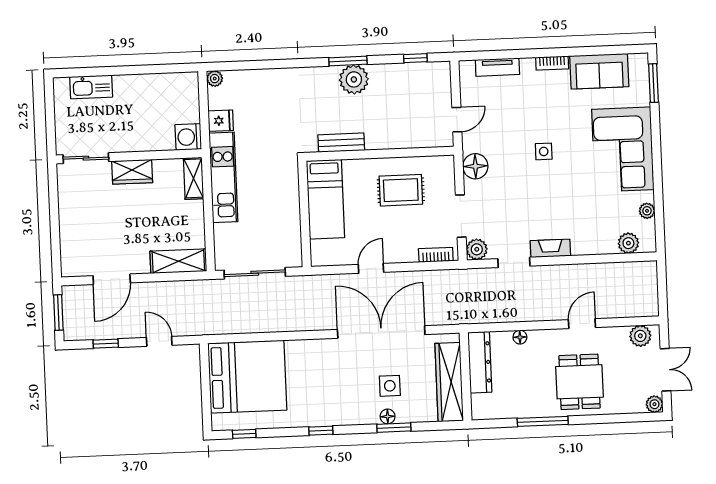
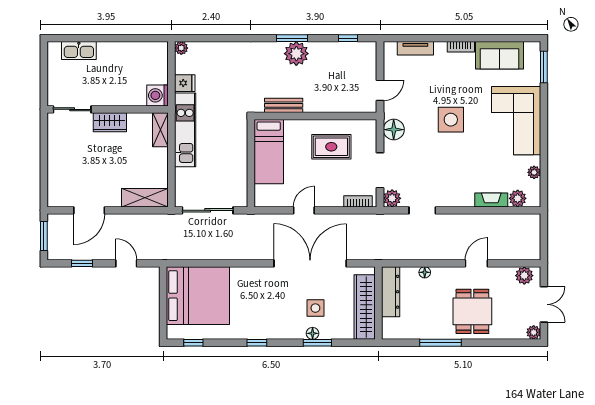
side table: (544, 151) -> (451, 120), width x1.87, depth x1.87
fireplace: (550, 248) -> (491, 200), moved

